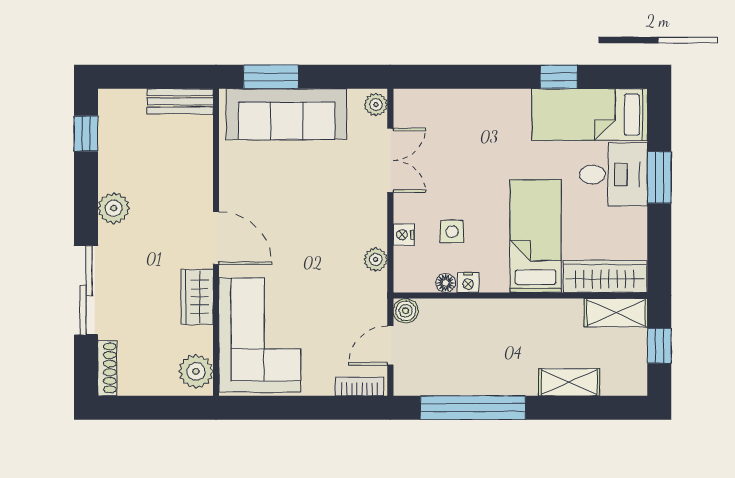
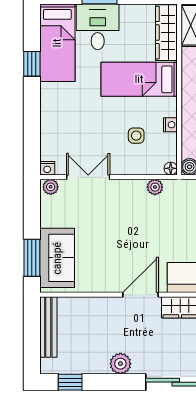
bench: (180, 101) -> (48, 327), width x1.36
sofa: (287, 114) -> (57, 258), width x0.73
nightstand: (404, 235) -> (47, 168), moved
floor lamp: (446, 283) -> (171, 168), moved

